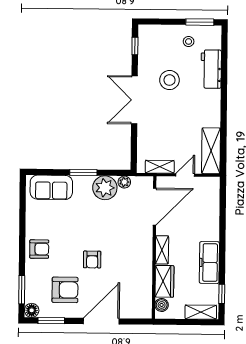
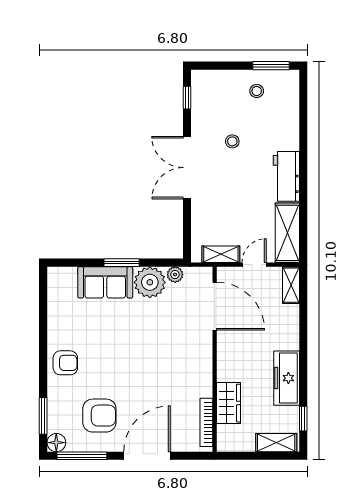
workbench: (211, 69) -> (286, 176), moved
stool: (169, 80) -> (232, 141), width x0.53, depth x0.53
sofa: (51, 187) -> (105, 282), moved
door: (154, 207) -> (215, 306), hinge flipped
shelving: (162, 250) -> (291, 285), moved
armchair: (92, 260) -> (134, 376), removed
bookcase: (147, 296) -> (206, 422), added
boiler: (162, 305) -> (225, 434), removed
window: (51, 321) -> (82, 456), width x1.44

